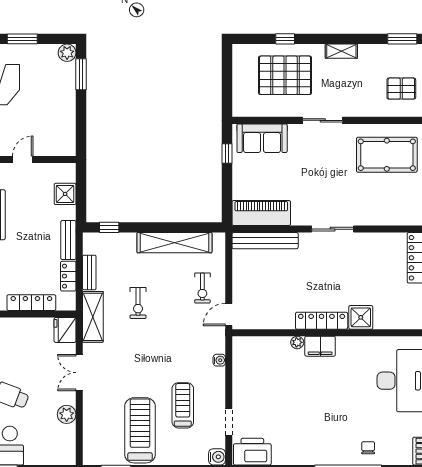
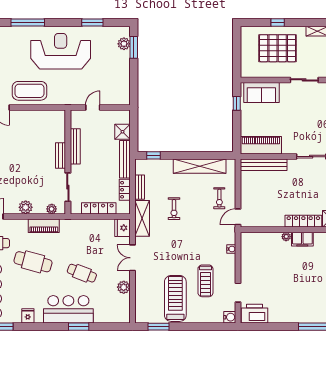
plant: (67, 53) -> (124, 44), moved
bench: (68, 240) -> (125, 159), width x1.36
treadmill: (183, 405) -> (205, 281), turned 180

